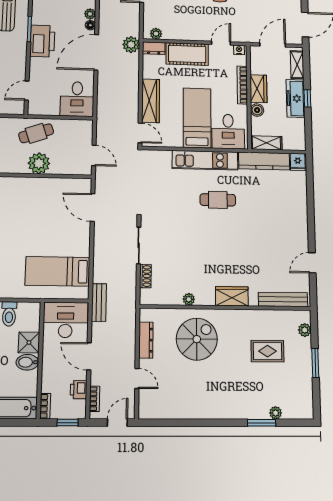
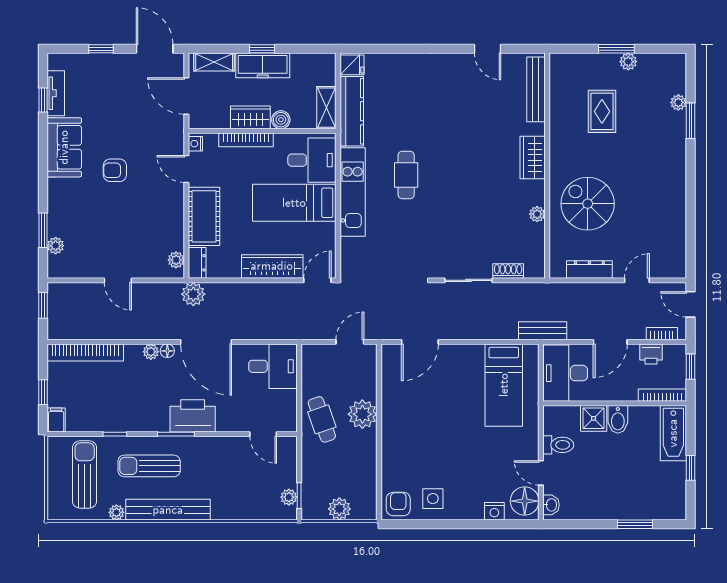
plant: (305, 330) -> (628, 62), moved
bookcase: (45, 406) -> (662, 395), width x1.56

